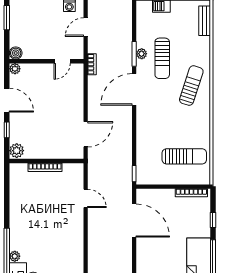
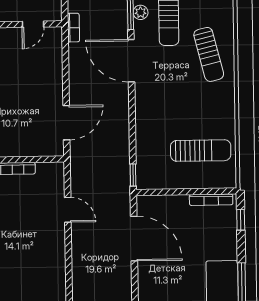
sun lounger: (191, 86) -> (209, 54), turned 148
door: (134, 89) -> (131, 61), hinge flipped
window: (213, 220) -> (241, 220), moved

